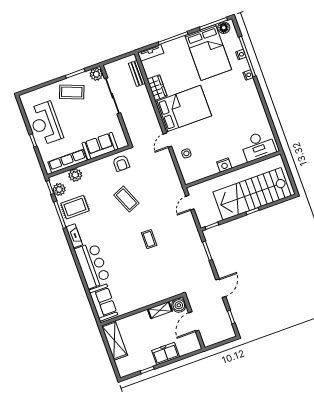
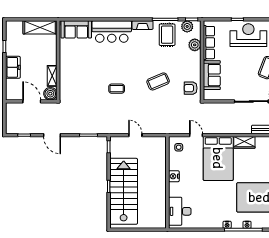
desk: (258, 146) -> (180, 211), moved
nightstand: (224, 165) -> (174, 176), moved
wall: (233, 169) -> (167, 182), moved

